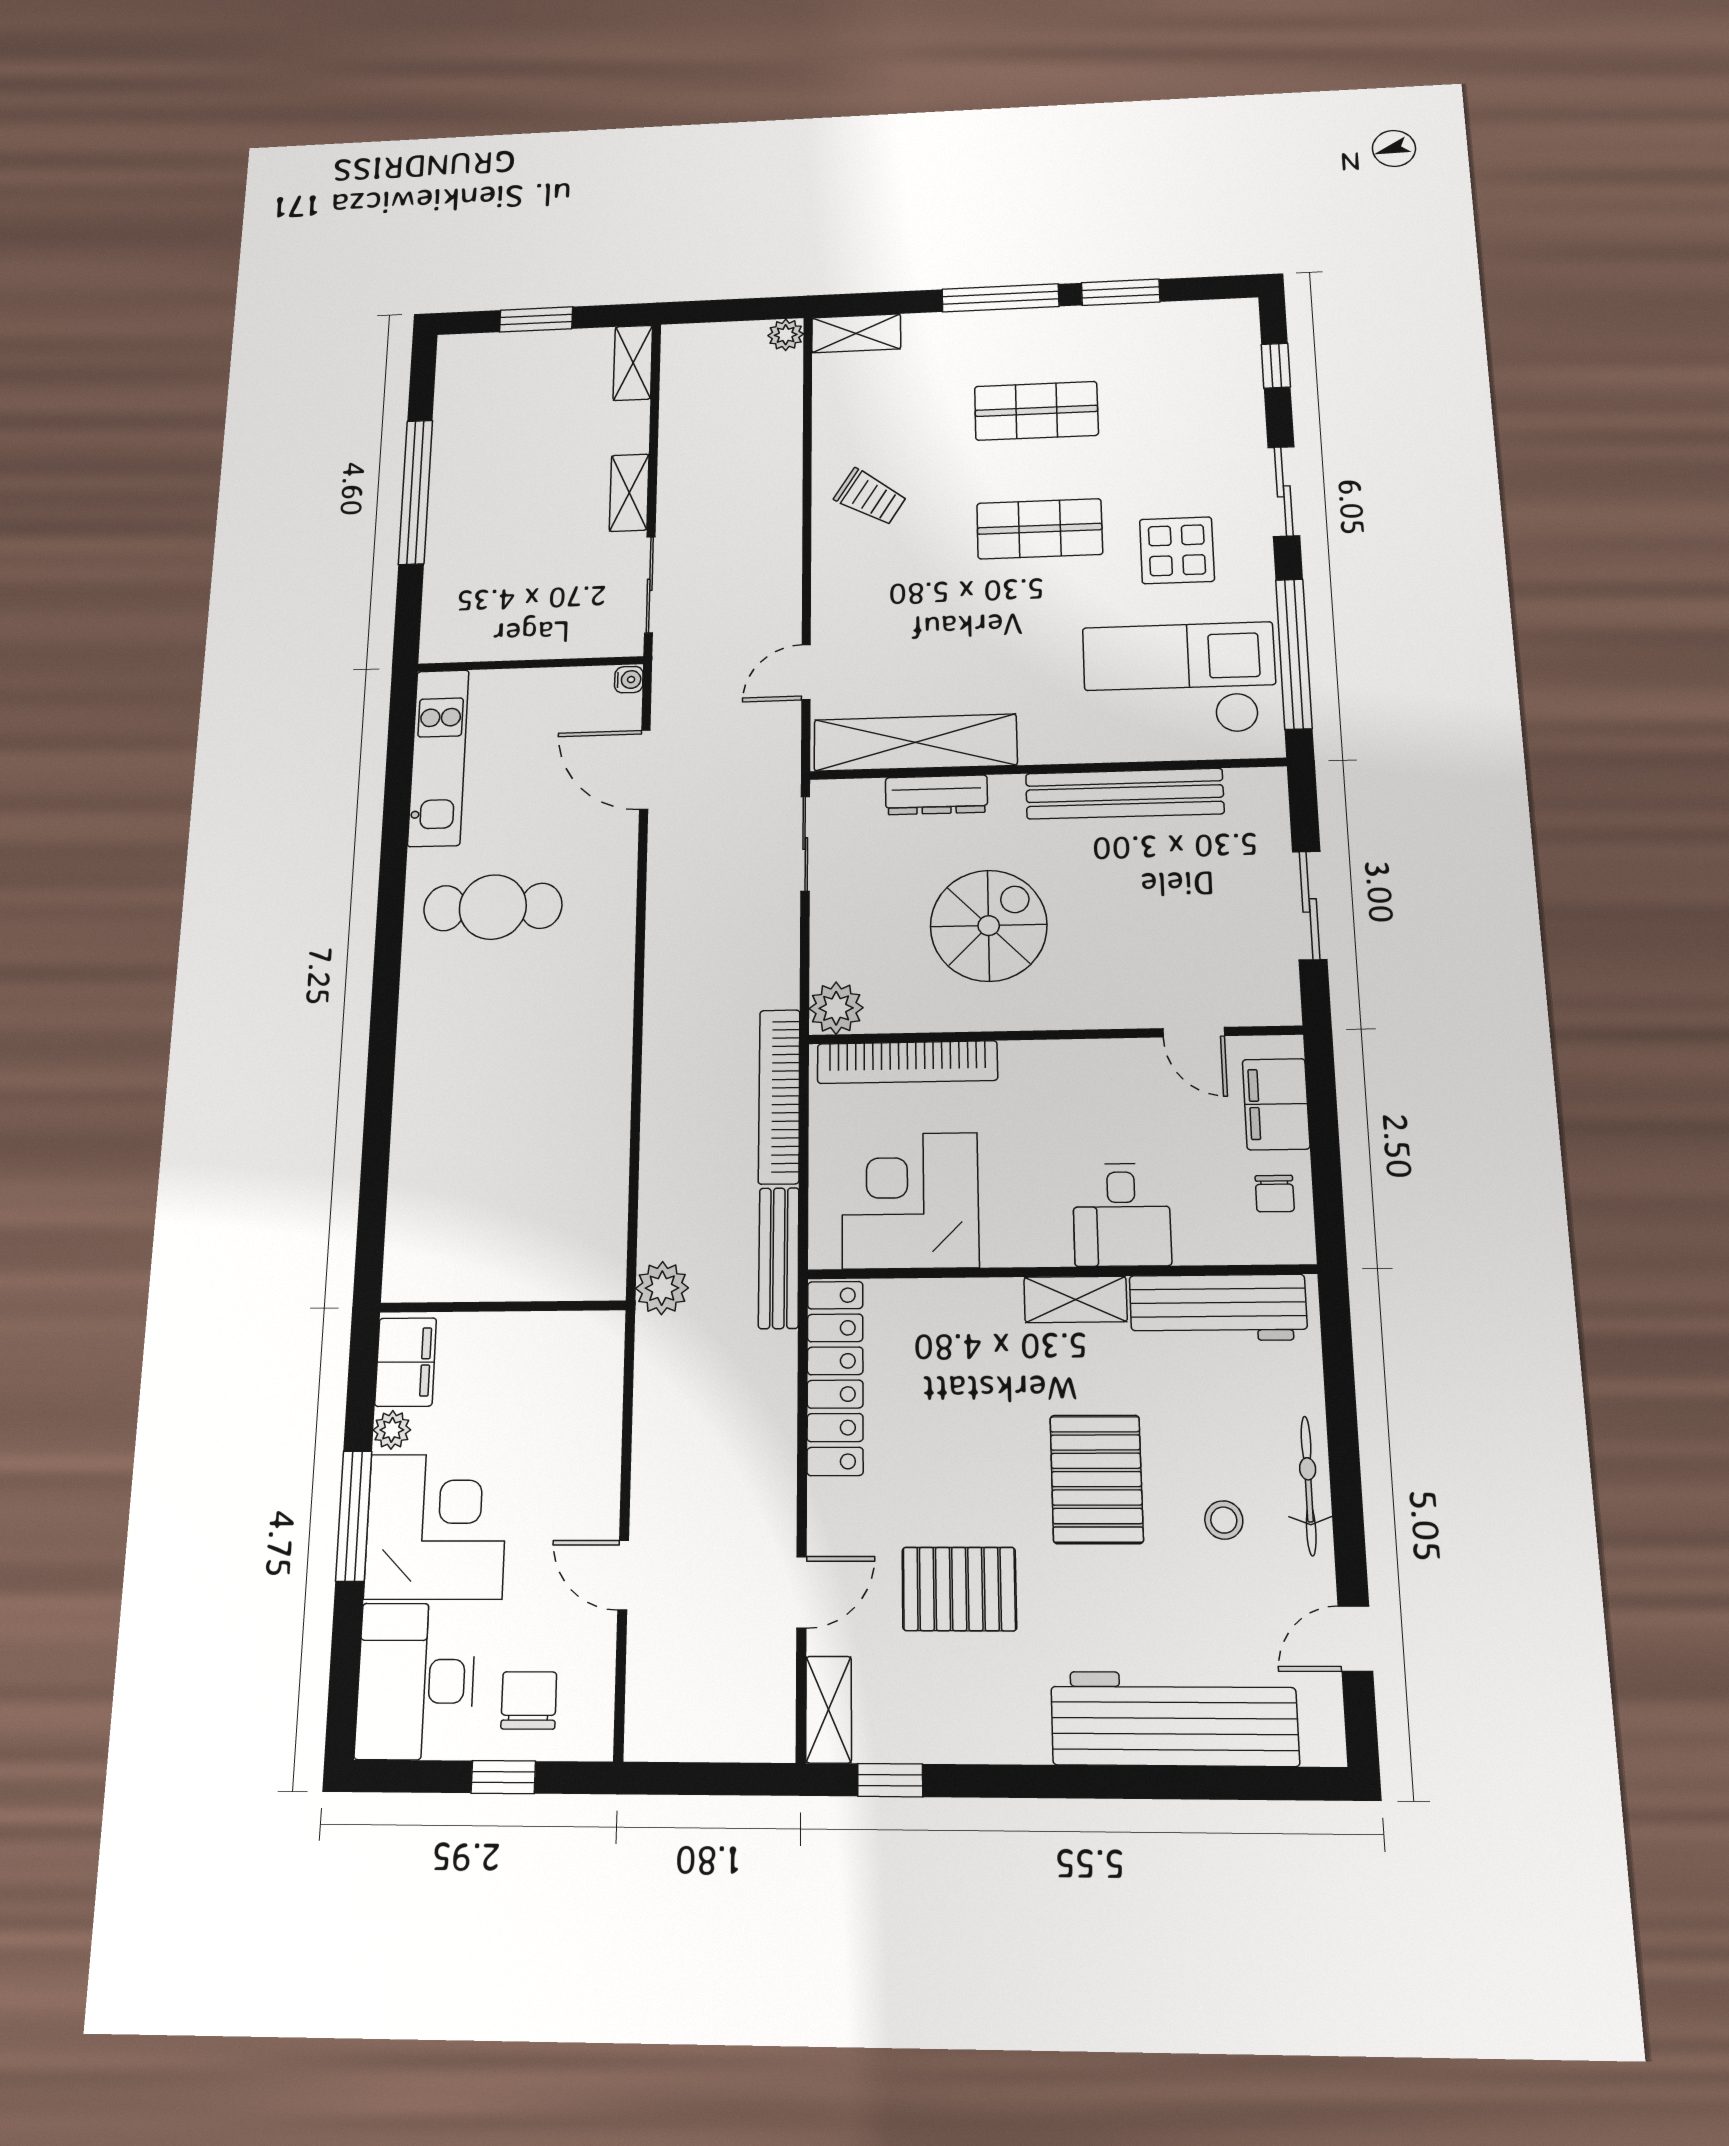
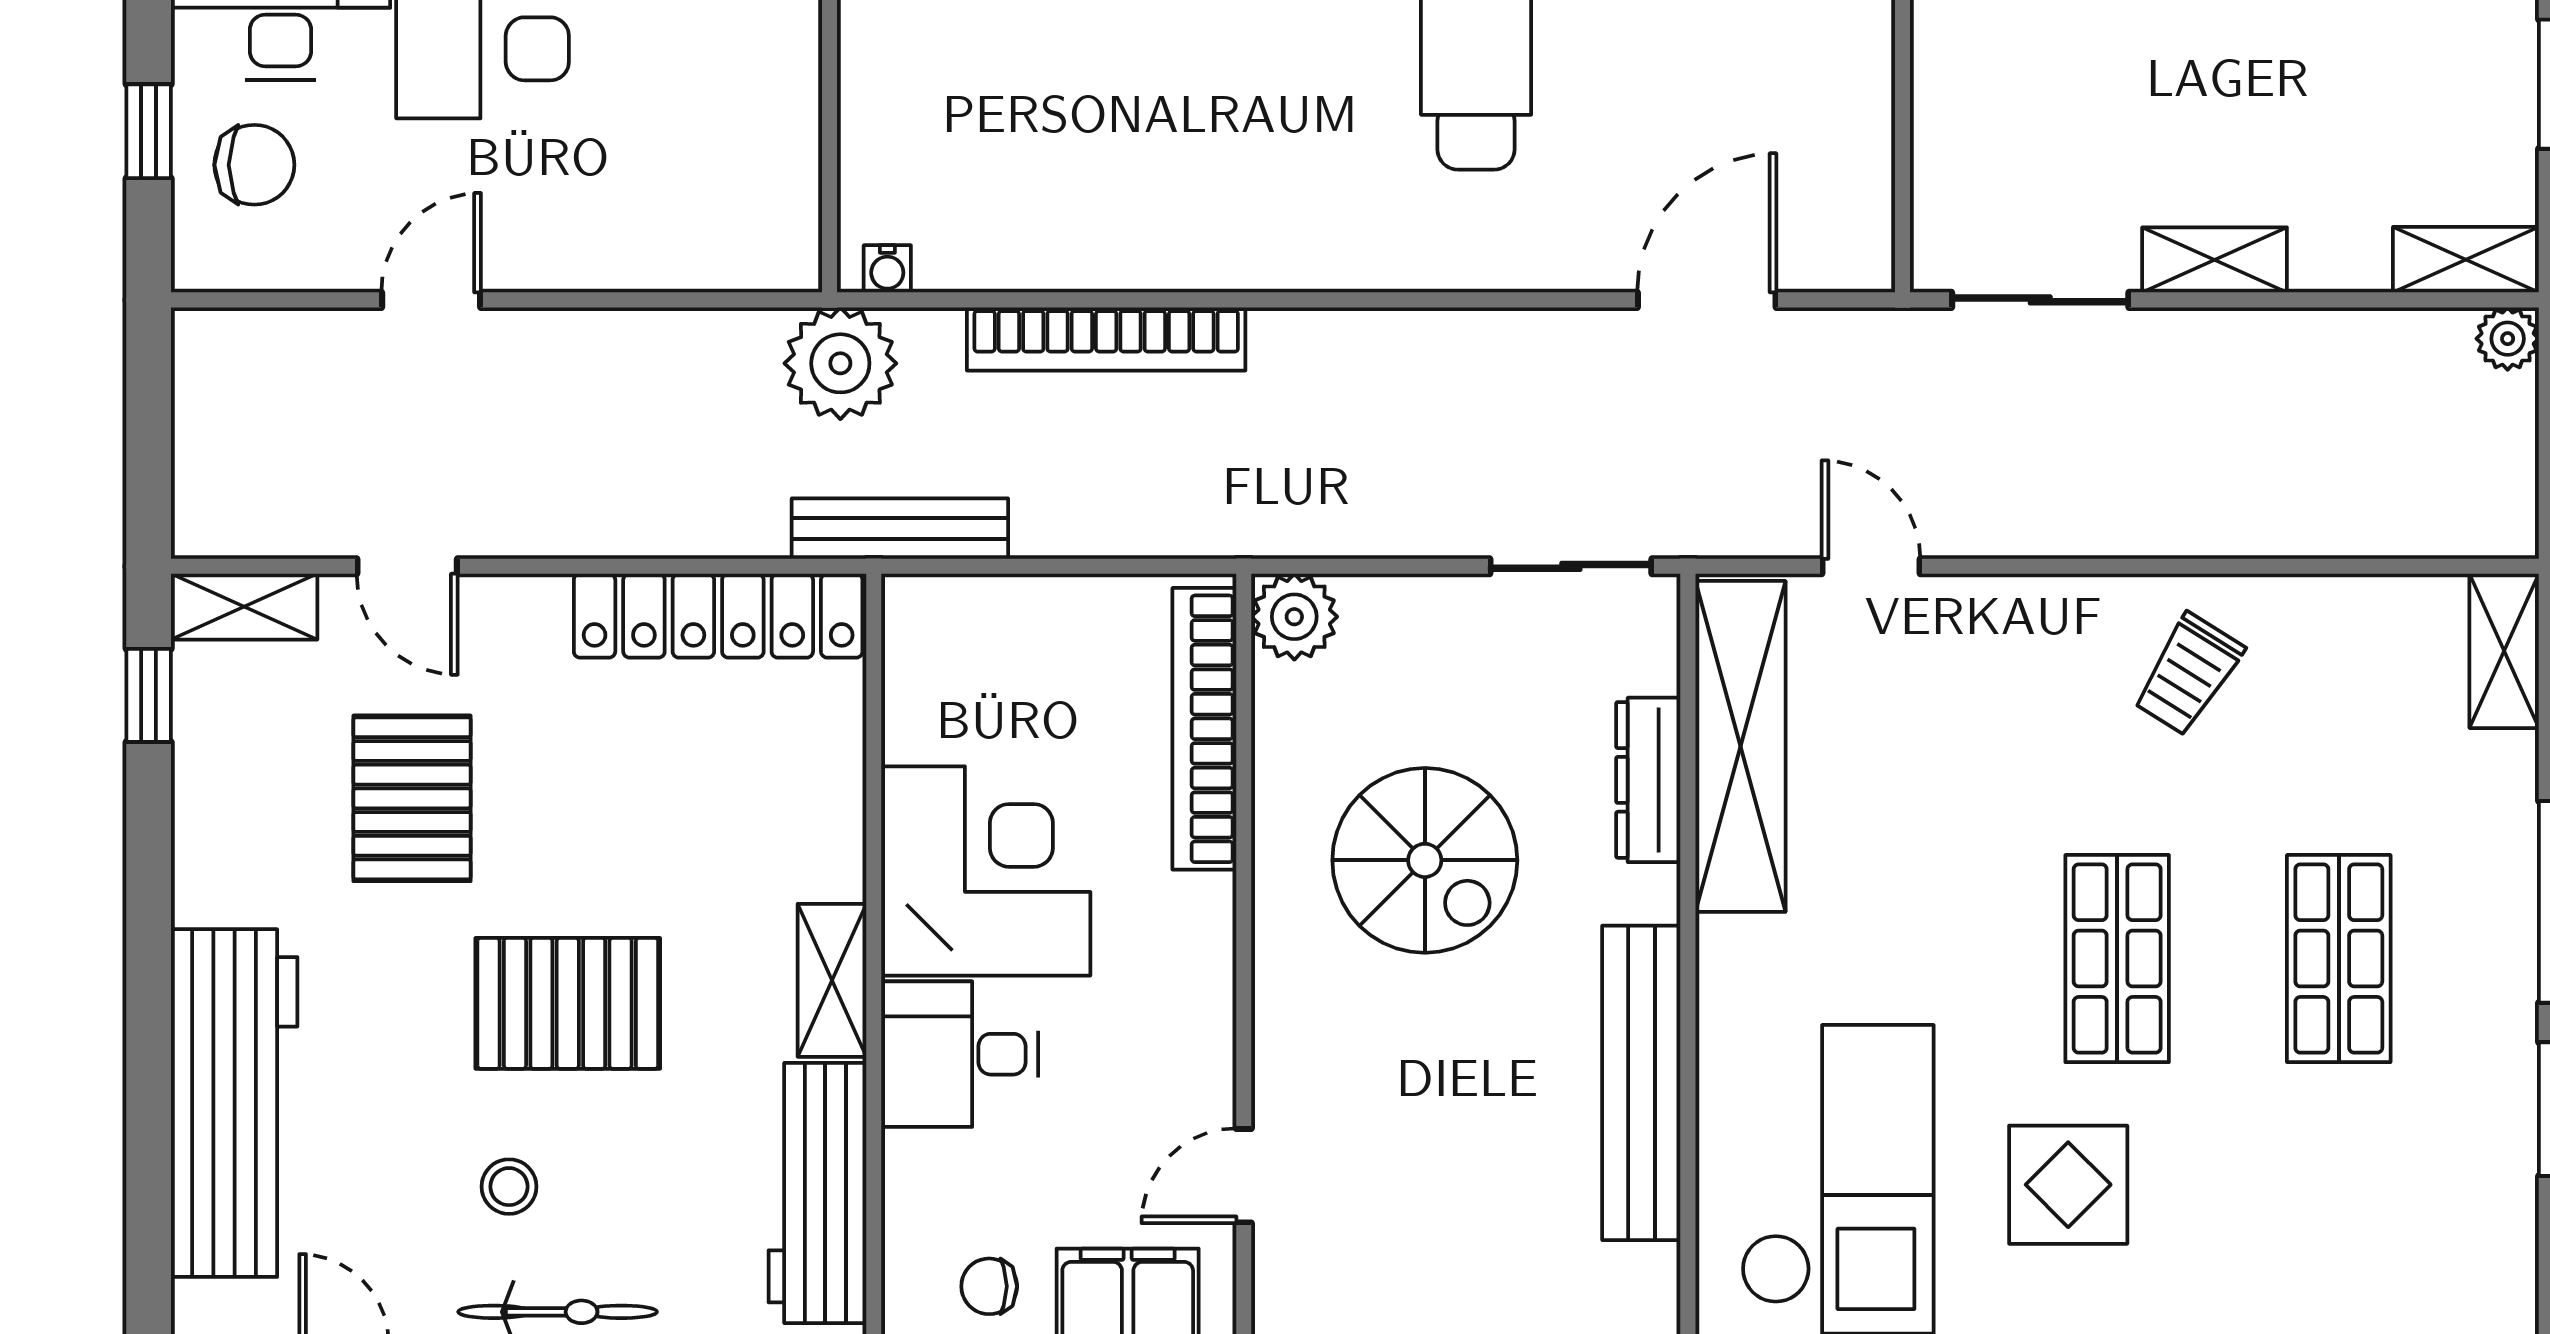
plant: (786, 335) -> (2508, 339), moved
water cooler: (629, 680) -> (887, 269), moved
bookcase: (779, 1096) -> (1106, 339), moved, turned 180
corner desk: (910, 1201) -> (986, 871), moved
plant: (662, 1288) -> (840, 363), width x1.36, depth x1.36

